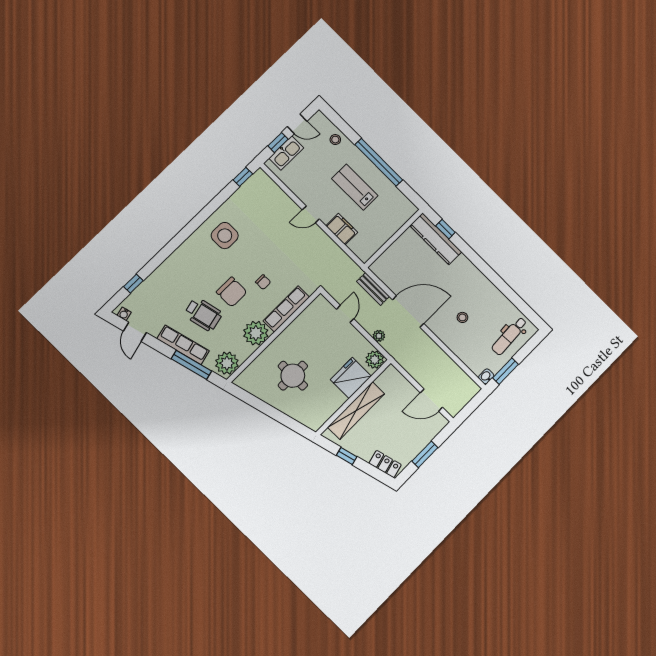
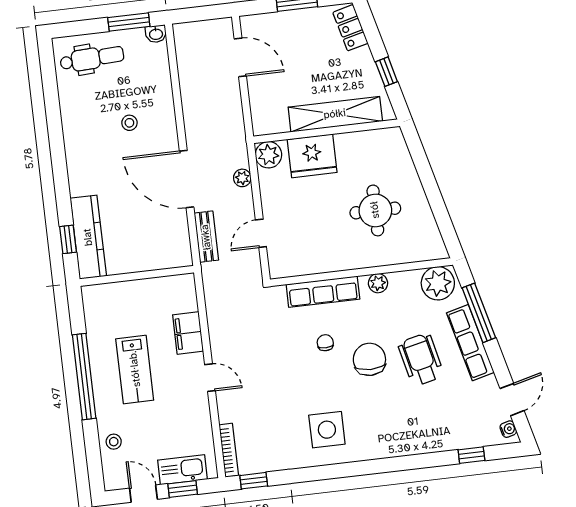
bookcase: (270, 183) -> (229, 450), added
plant: (256, 333) -> (378, 283), width x0.53, depth x0.53

